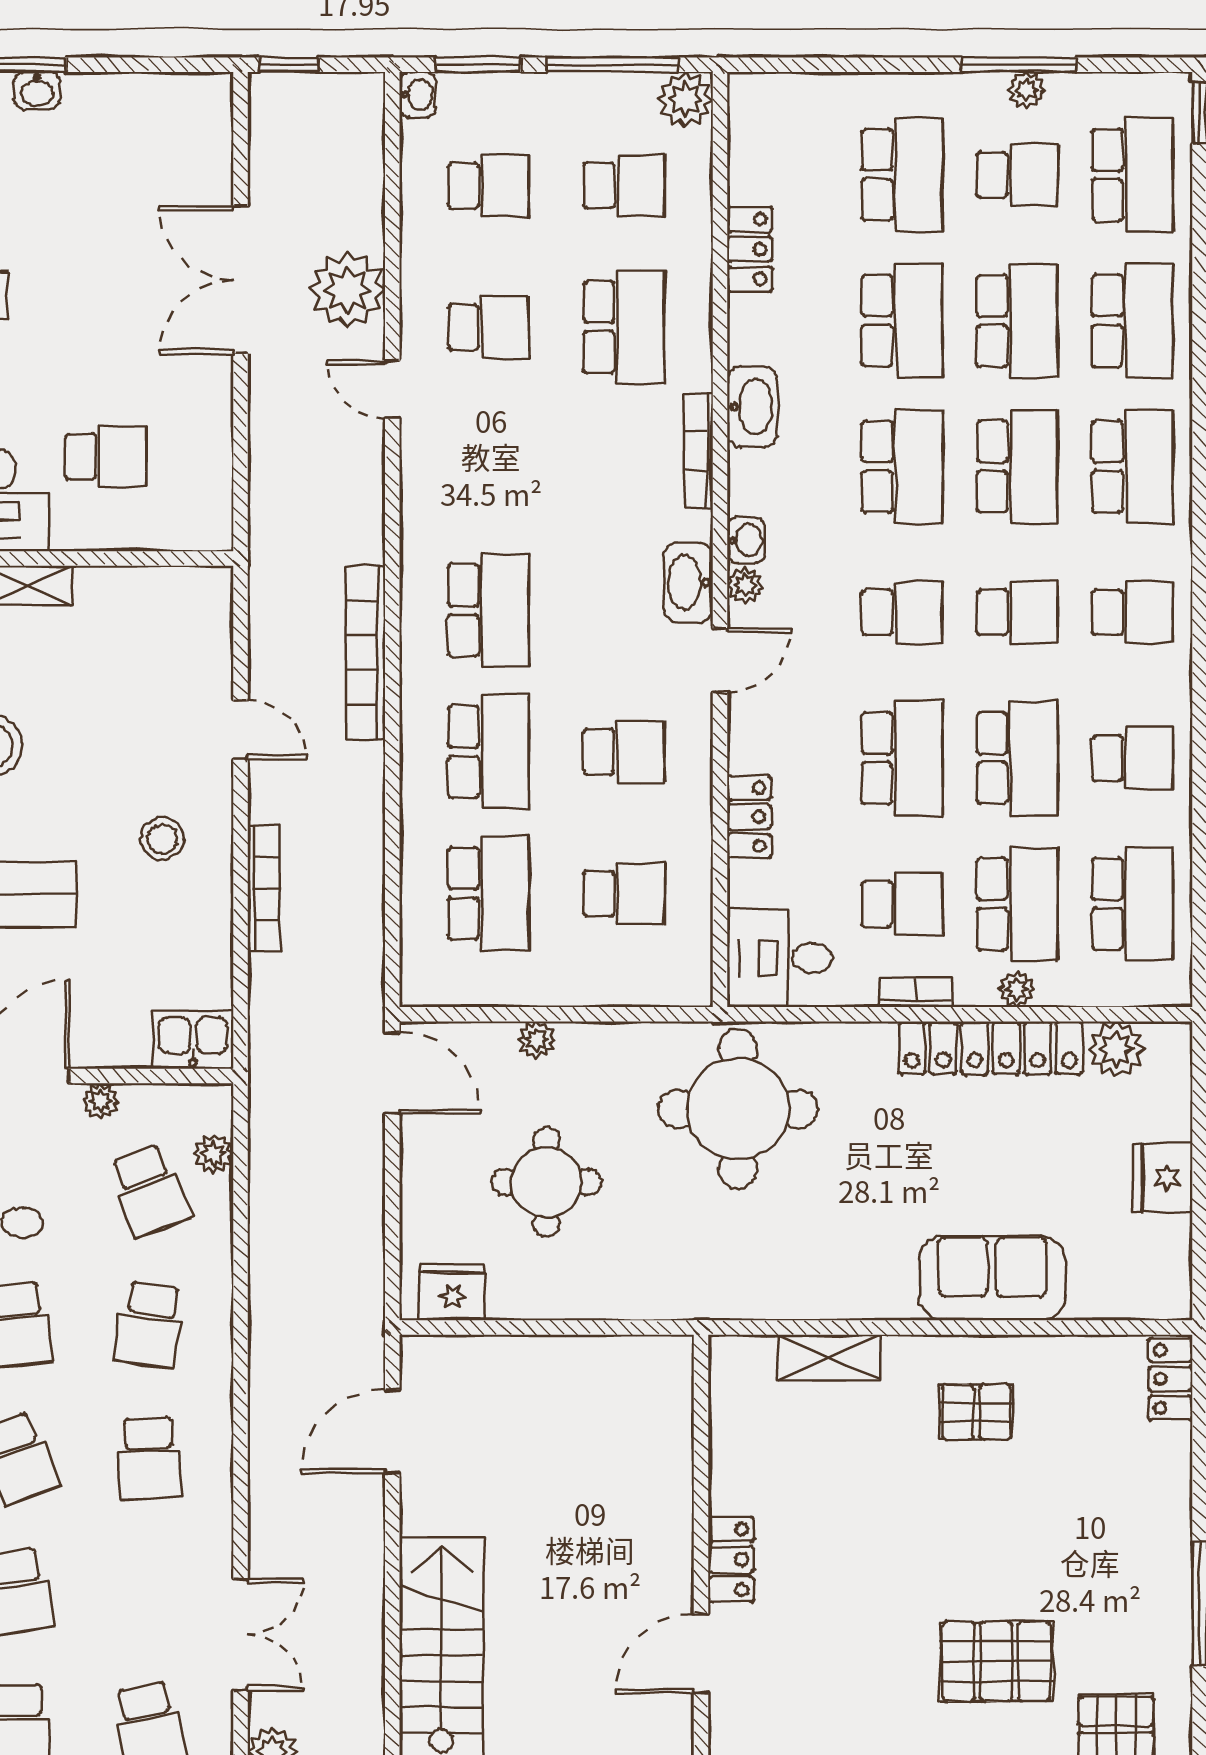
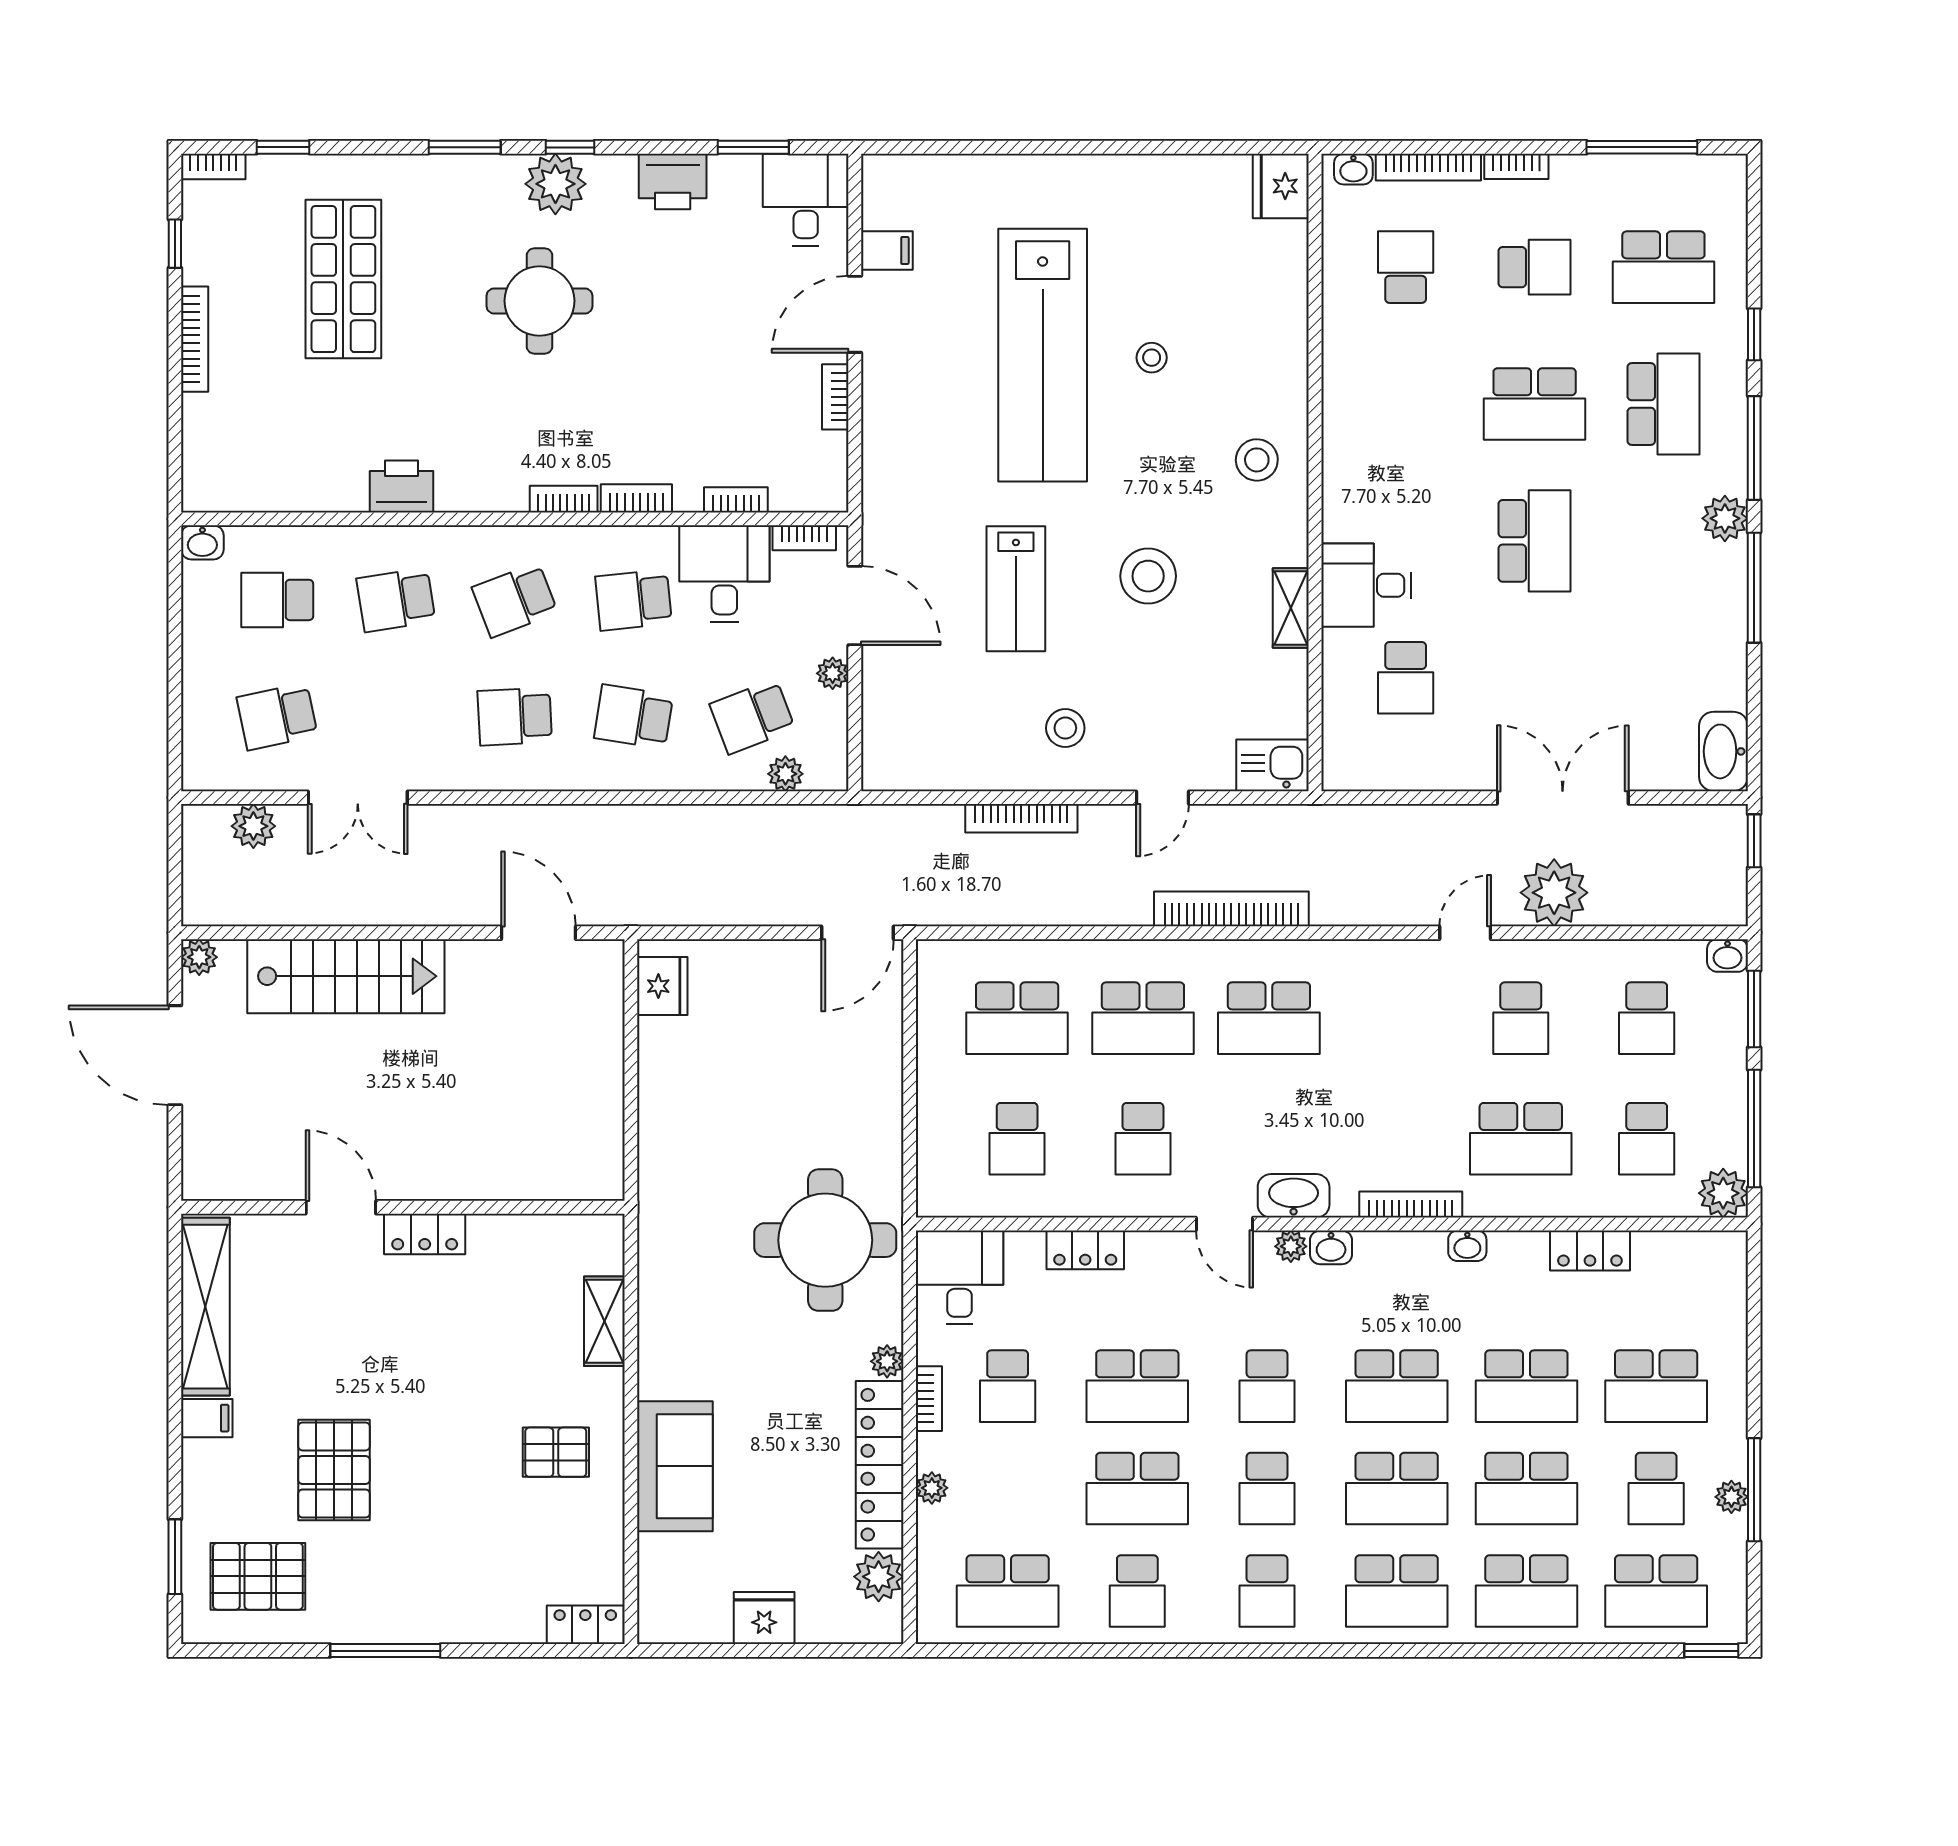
washbasin: (37, 91) -> (1723, 751), moved, width x1.91, depth x1.45
washbasin: (752, 407) -> (1467, 1246), width x0.52, depth x0.69
school desk: (1017, 904) -> (1008, 1489), removed
kitchen sink: (193, 1040) -> (1272, 765), moved, turned -90
plant: (537, 1040) -> (887, 1361), moved
round table: (546, 1182) -> (760, 1070), removed
pallet: (976, 1412) -> (556, 1452), turned 90

